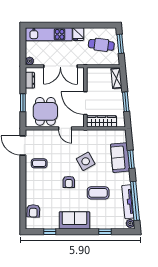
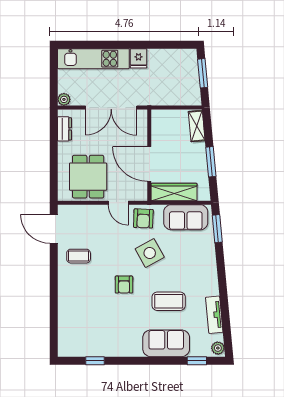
cafe table: (101, 45) -> (174, 75), removed
window: (23, 103) -> (54, 163), removed
sofa: (120, 158) -> (186, 217), moved, turned -85
window: (131, 159) -> (217, 229), moved
window: (135, 201) -> (225, 314), removed
tv unit: (128, 202) -> (214, 315), width x0.71
armchair: (33, 211) -> (143, 218), moved
sofa: (74, 220) -> (166, 343), moved
window: (105, 232) -> (197, 361), moved

